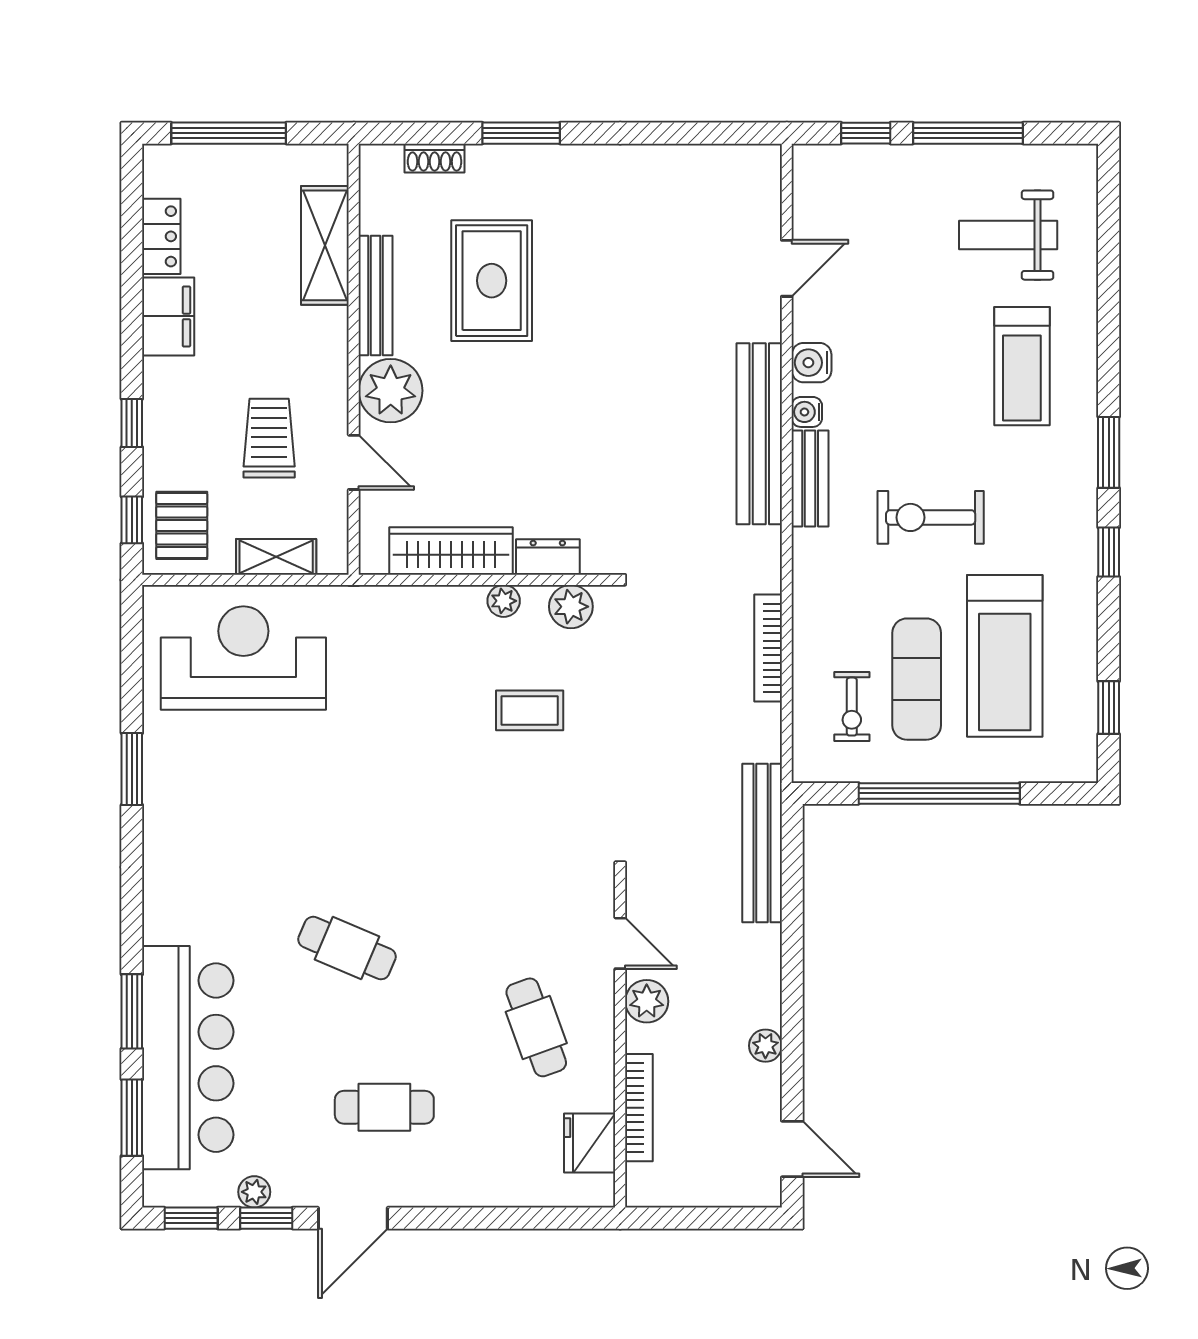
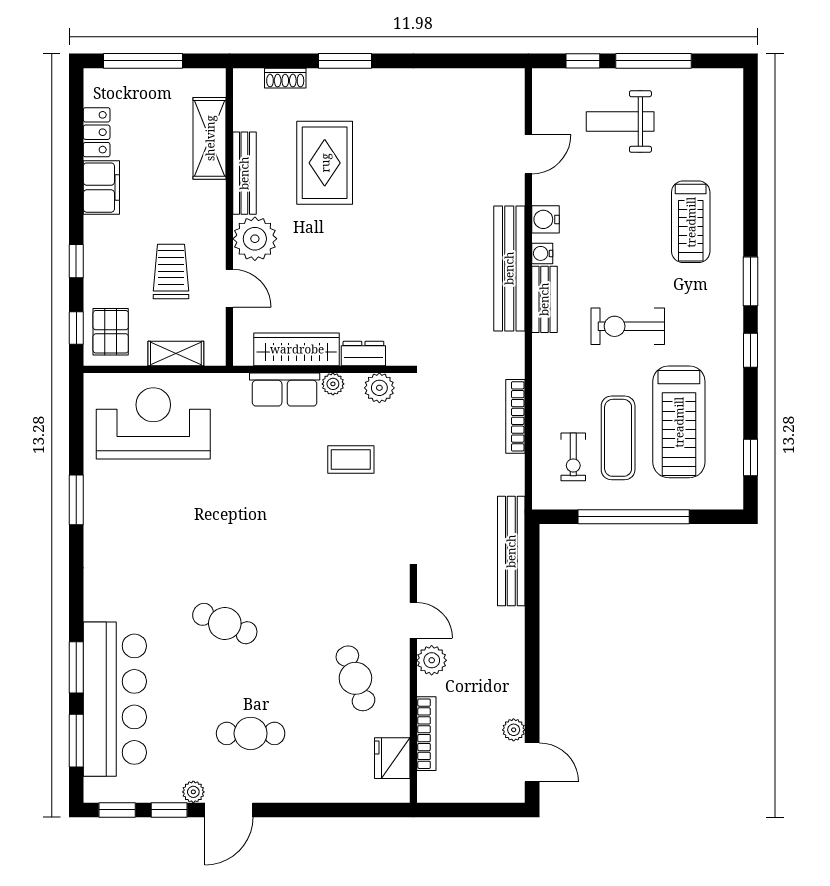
weight bench: (1008, 235) -> (620, 121), moved
row of seats: (434, 609) -> (285, 390), added
plant: (765, 1046) -> (514, 730), moved
plant: (254, 1192) -> (193, 792), moved

